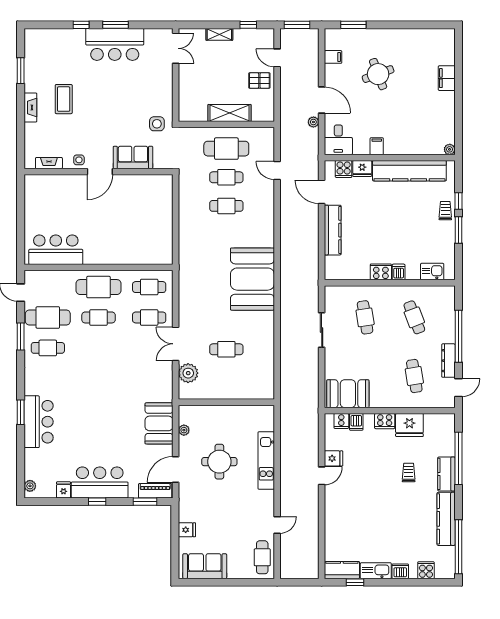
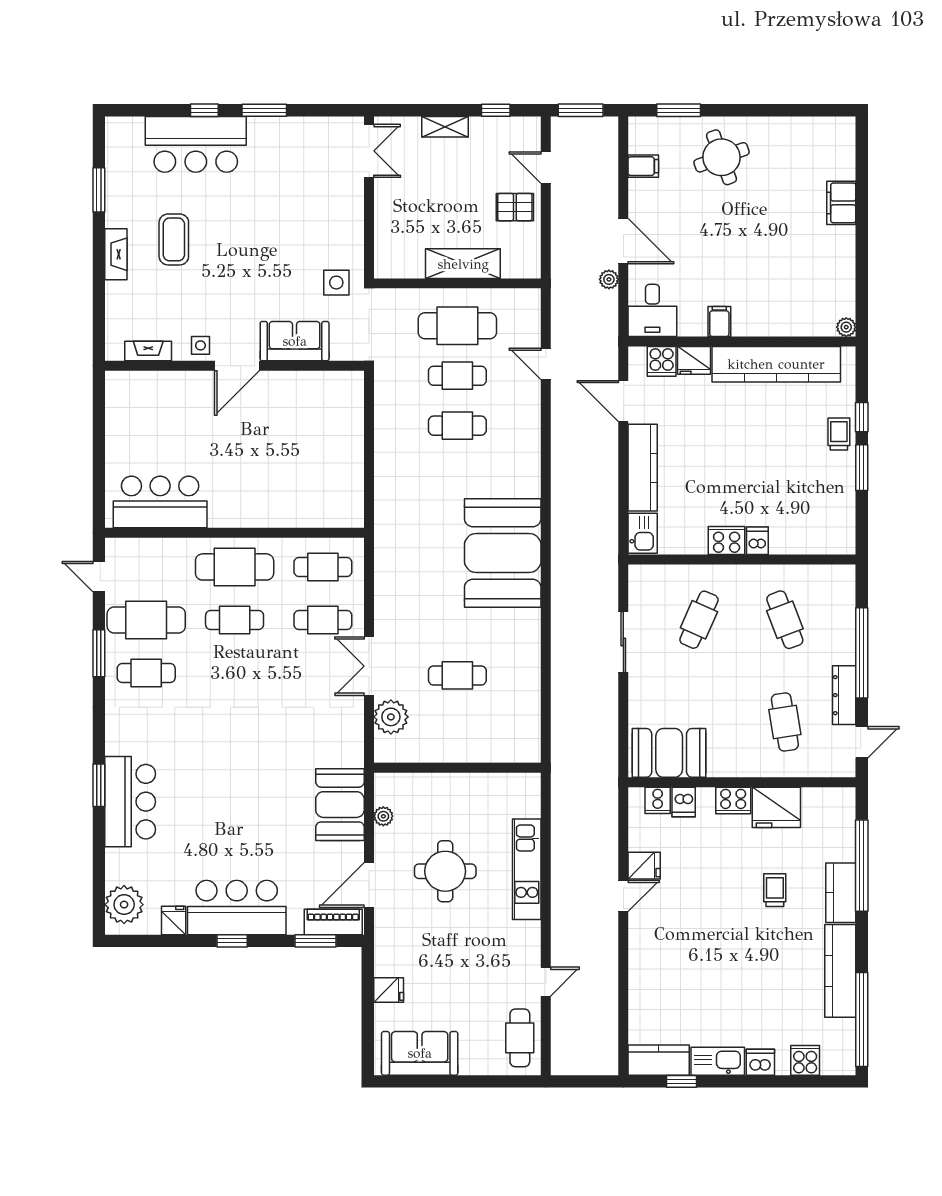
bar counter: (115, 44) -> (196, 144), moved
round table: (378, 74) -> (722, 157), moved
kitchen sink: (432, 272) -> (643, 533), moved, turned 90
cafe table: (365, 317) -> (699, 620), turned 33
plant: (30, 486) -> (124, 905), width x1.88, depth x1.88

